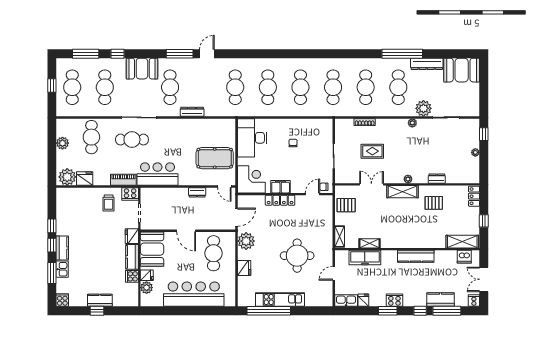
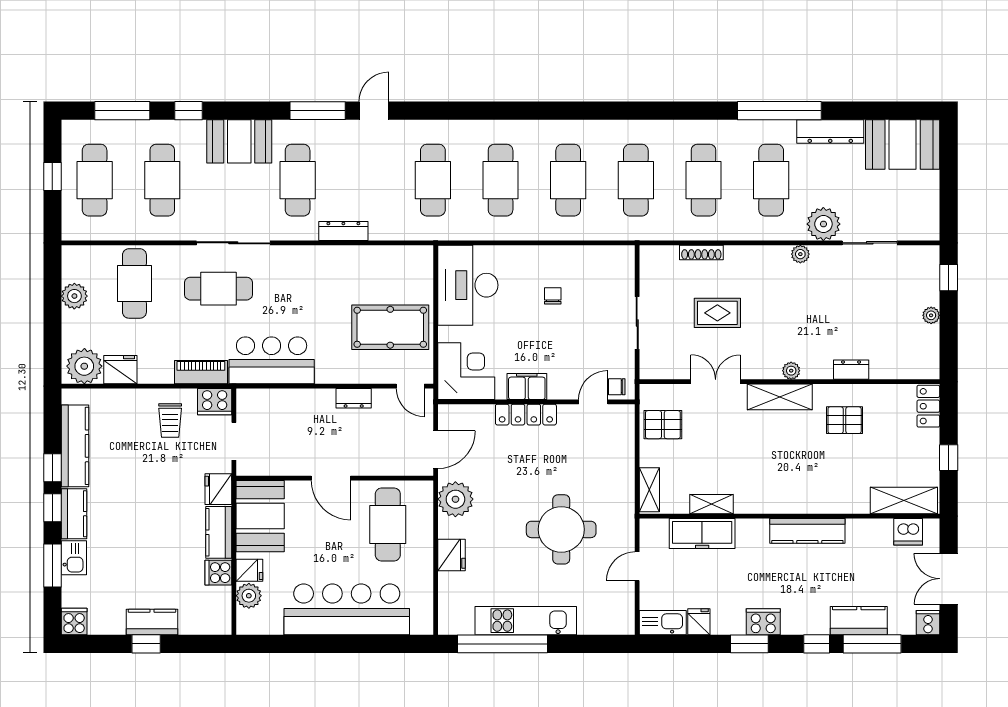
kitchen counter: (63, 215) -> (75, 446), added

